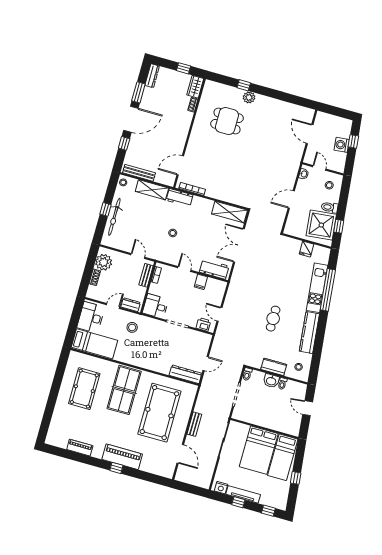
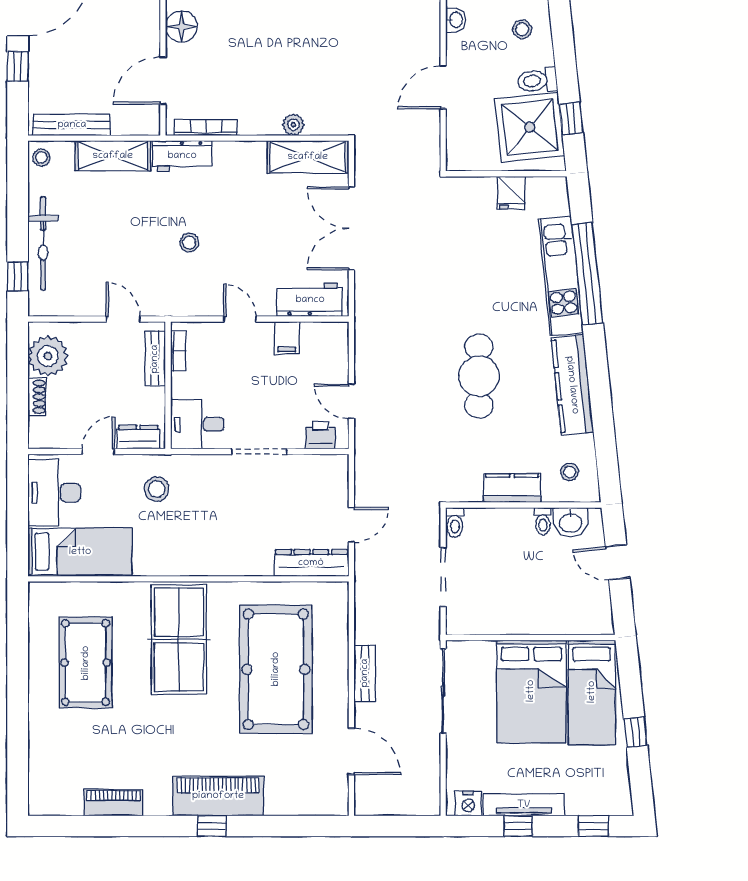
floor lamp: (194, 146) -> (181, 27), added
plant: (227, 198) -> (293, 125), added
window: (106, 209) -> (18, 276), moved
cafe table: (273, 319) -> (479, 376), width x1.37, depth x1.35
washbasin: (271, 381) -> (571, 522), moved

